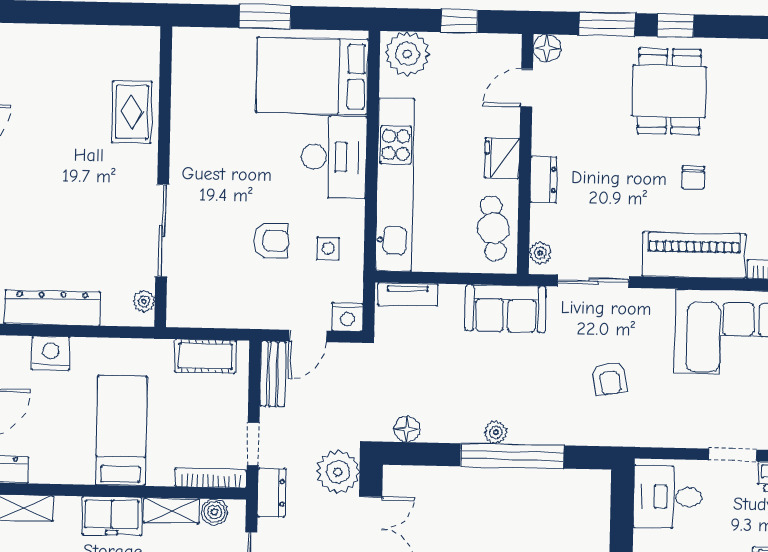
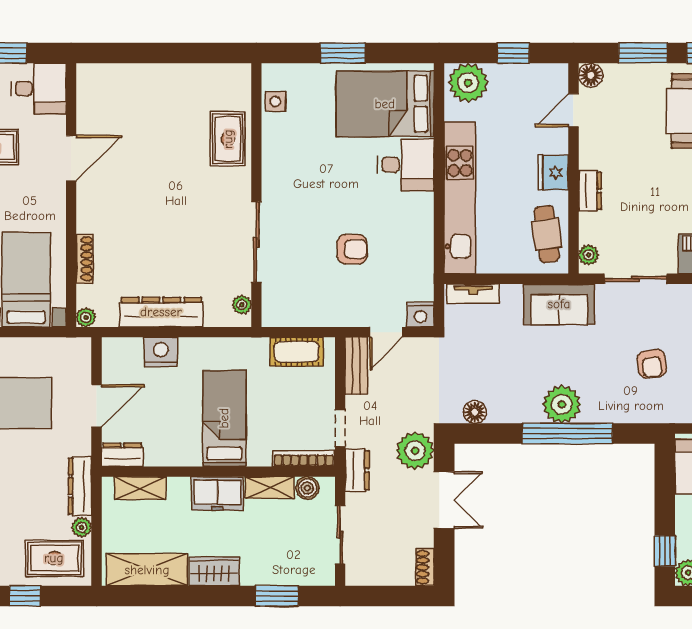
desk: (334, 157) -> (406, 165), width x0.73
side table: (328, 248) -> (275, 102), moved
plant: (496, 432) -> (562, 404), width x1.87, depth x1.87

